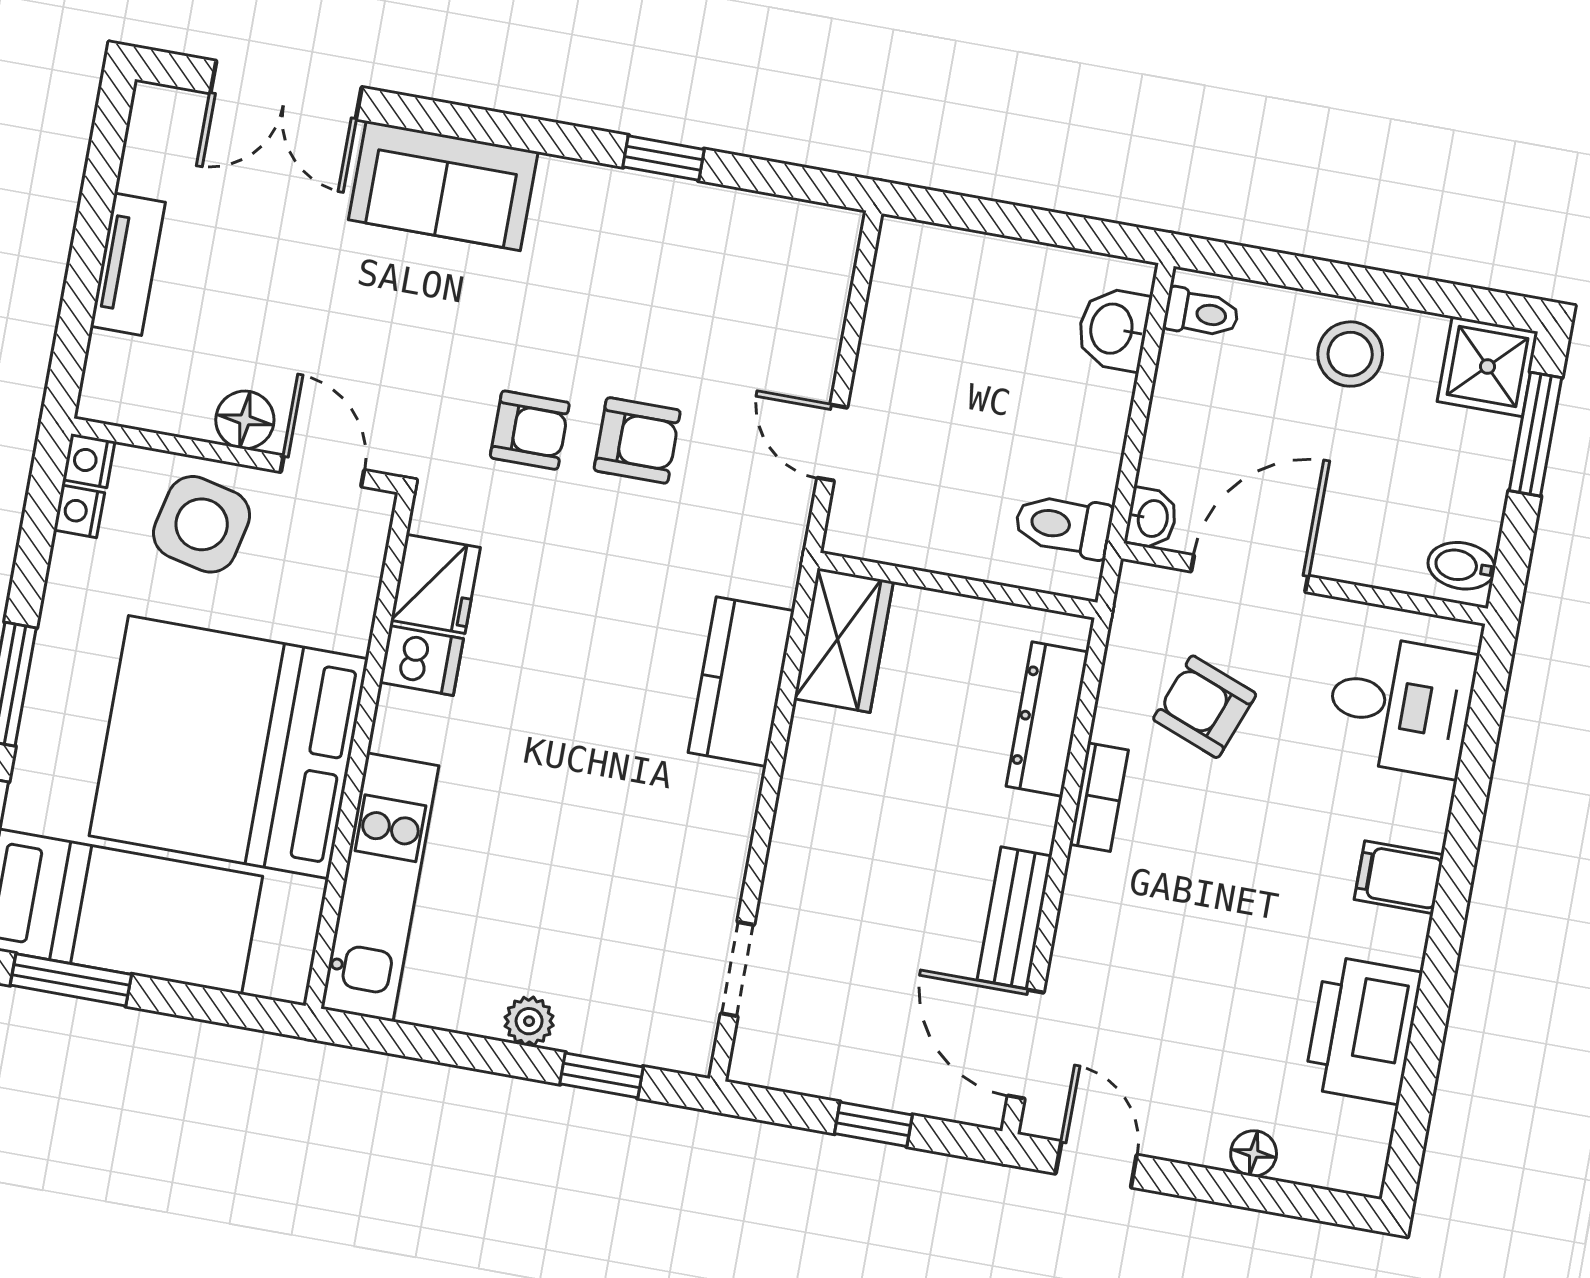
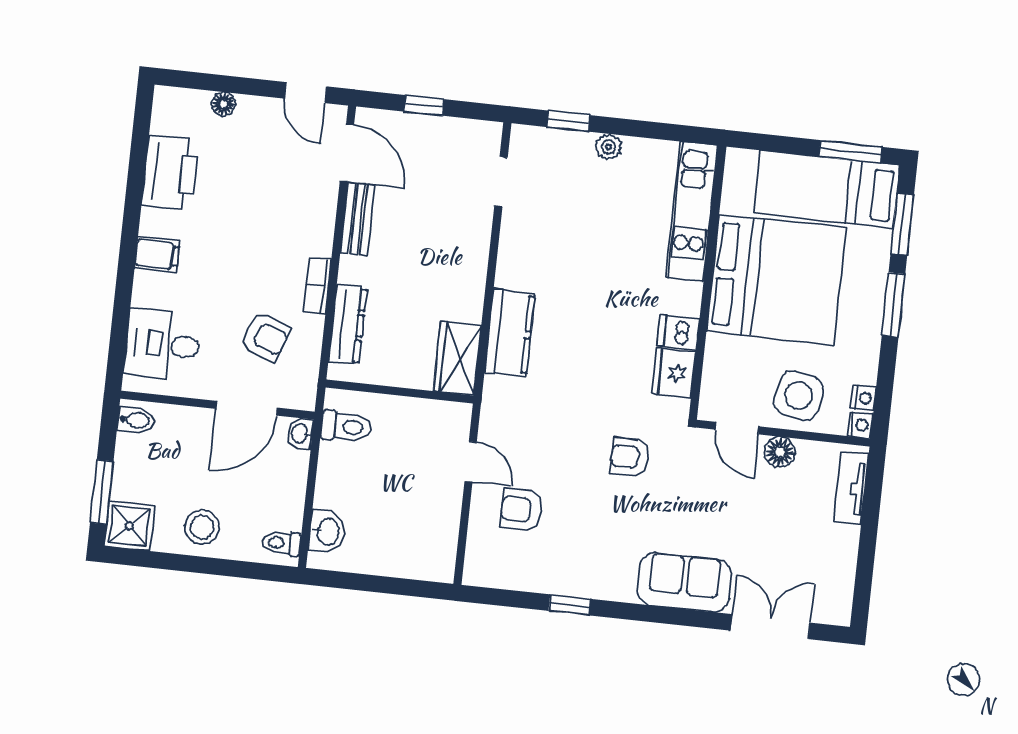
tv unit: (128, 264) -> (851, 488), moved
armchair: (637, 440) -> (522, 509), moved

